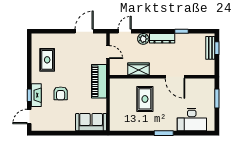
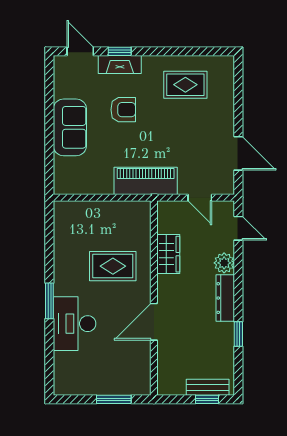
door: (108, 52) -> (200, 198), hinge flipped
armchair: (61, 93) -> (123, 110), turned 180
desk: (192, 120) -> (75, 324), moved
sofa: (91, 122) -> (70, 127), moved

